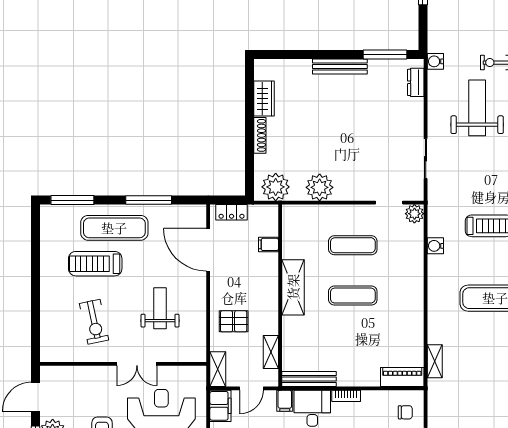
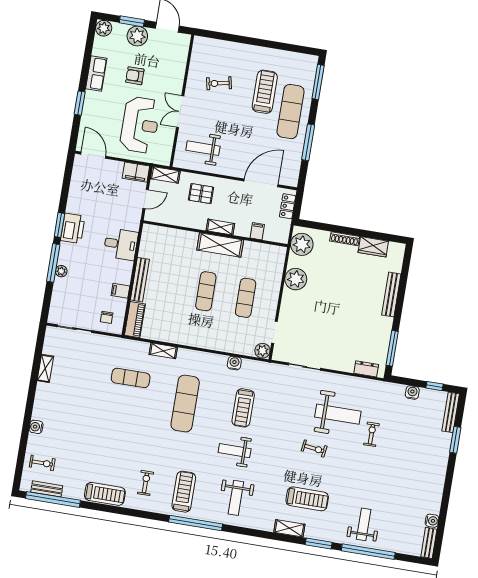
water cooler: (435, 61) -> (412, 392), moved
bench: (340, 67) -> (391, 294), moved
weight bench: (160, 308) -> (203, 148), moved, turned 180
pallet: (234, 321) -> (201, 194), turned 90
exercise bike: (94, 322) -> (219, 83), width x0.73, depth x0.72
shelving: (271, 352) -> (220, 227), moved
shelving: (435, 361) -> (163, 351), moved
exercise mat: (475, 370) -> (131, 378), added
bench: (309, 379) -> (140, 280), moved
door: (251, 388) -> (146, 199), swing flipped
bookcase: (346, 396) -> (127, 273), removed
filing cabinet: (285, 401) -> (120, 291), moved

